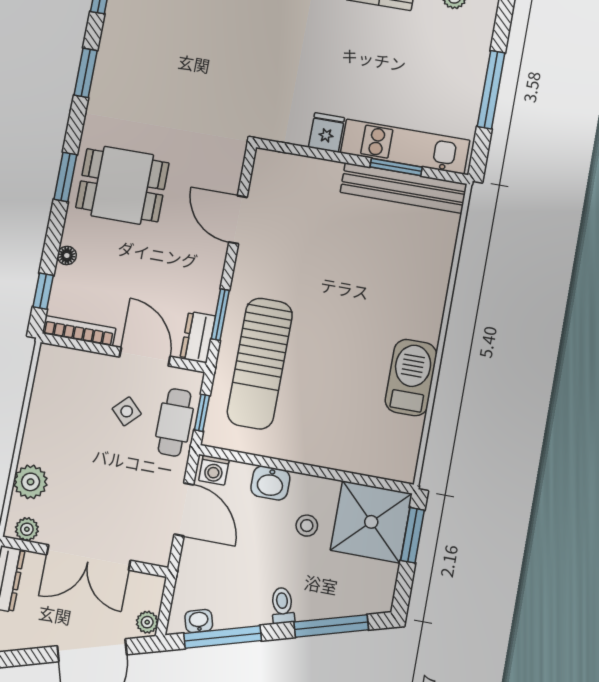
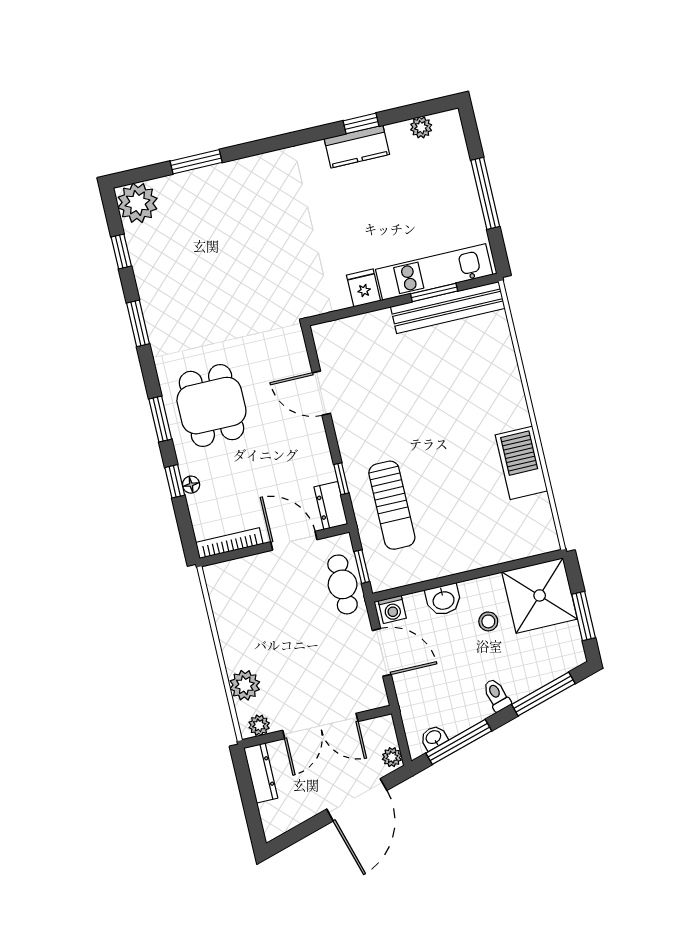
dining table: (122, 185) -> (211, 406), turned 90
window: (43, 291) -> (175, 481), moved
window: (220, 315) -> (341, 479), width x0.67
sun lounger: (260, 364) -> (392, 505), width x0.73, depth x0.75
side table: (127, 411) -> (299, 593), removed
window: (413, 535) -> (584, 616), moved

